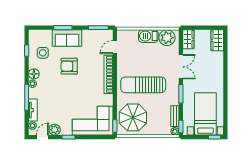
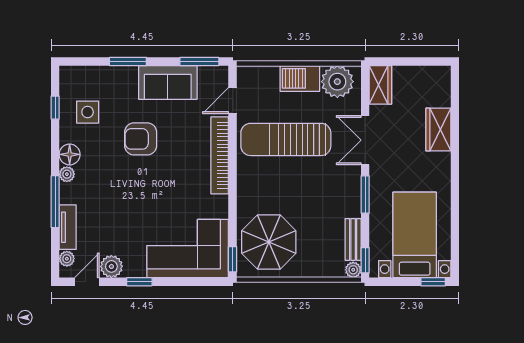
sofa: (67, 38) -> (168, 82), moved
wardrobe: (217, 40) -> (438, 130), moved
double door: (181, 67) -> (365, 140), swing flipped
sun lounger: (143, 85) -> (286, 139), moved

